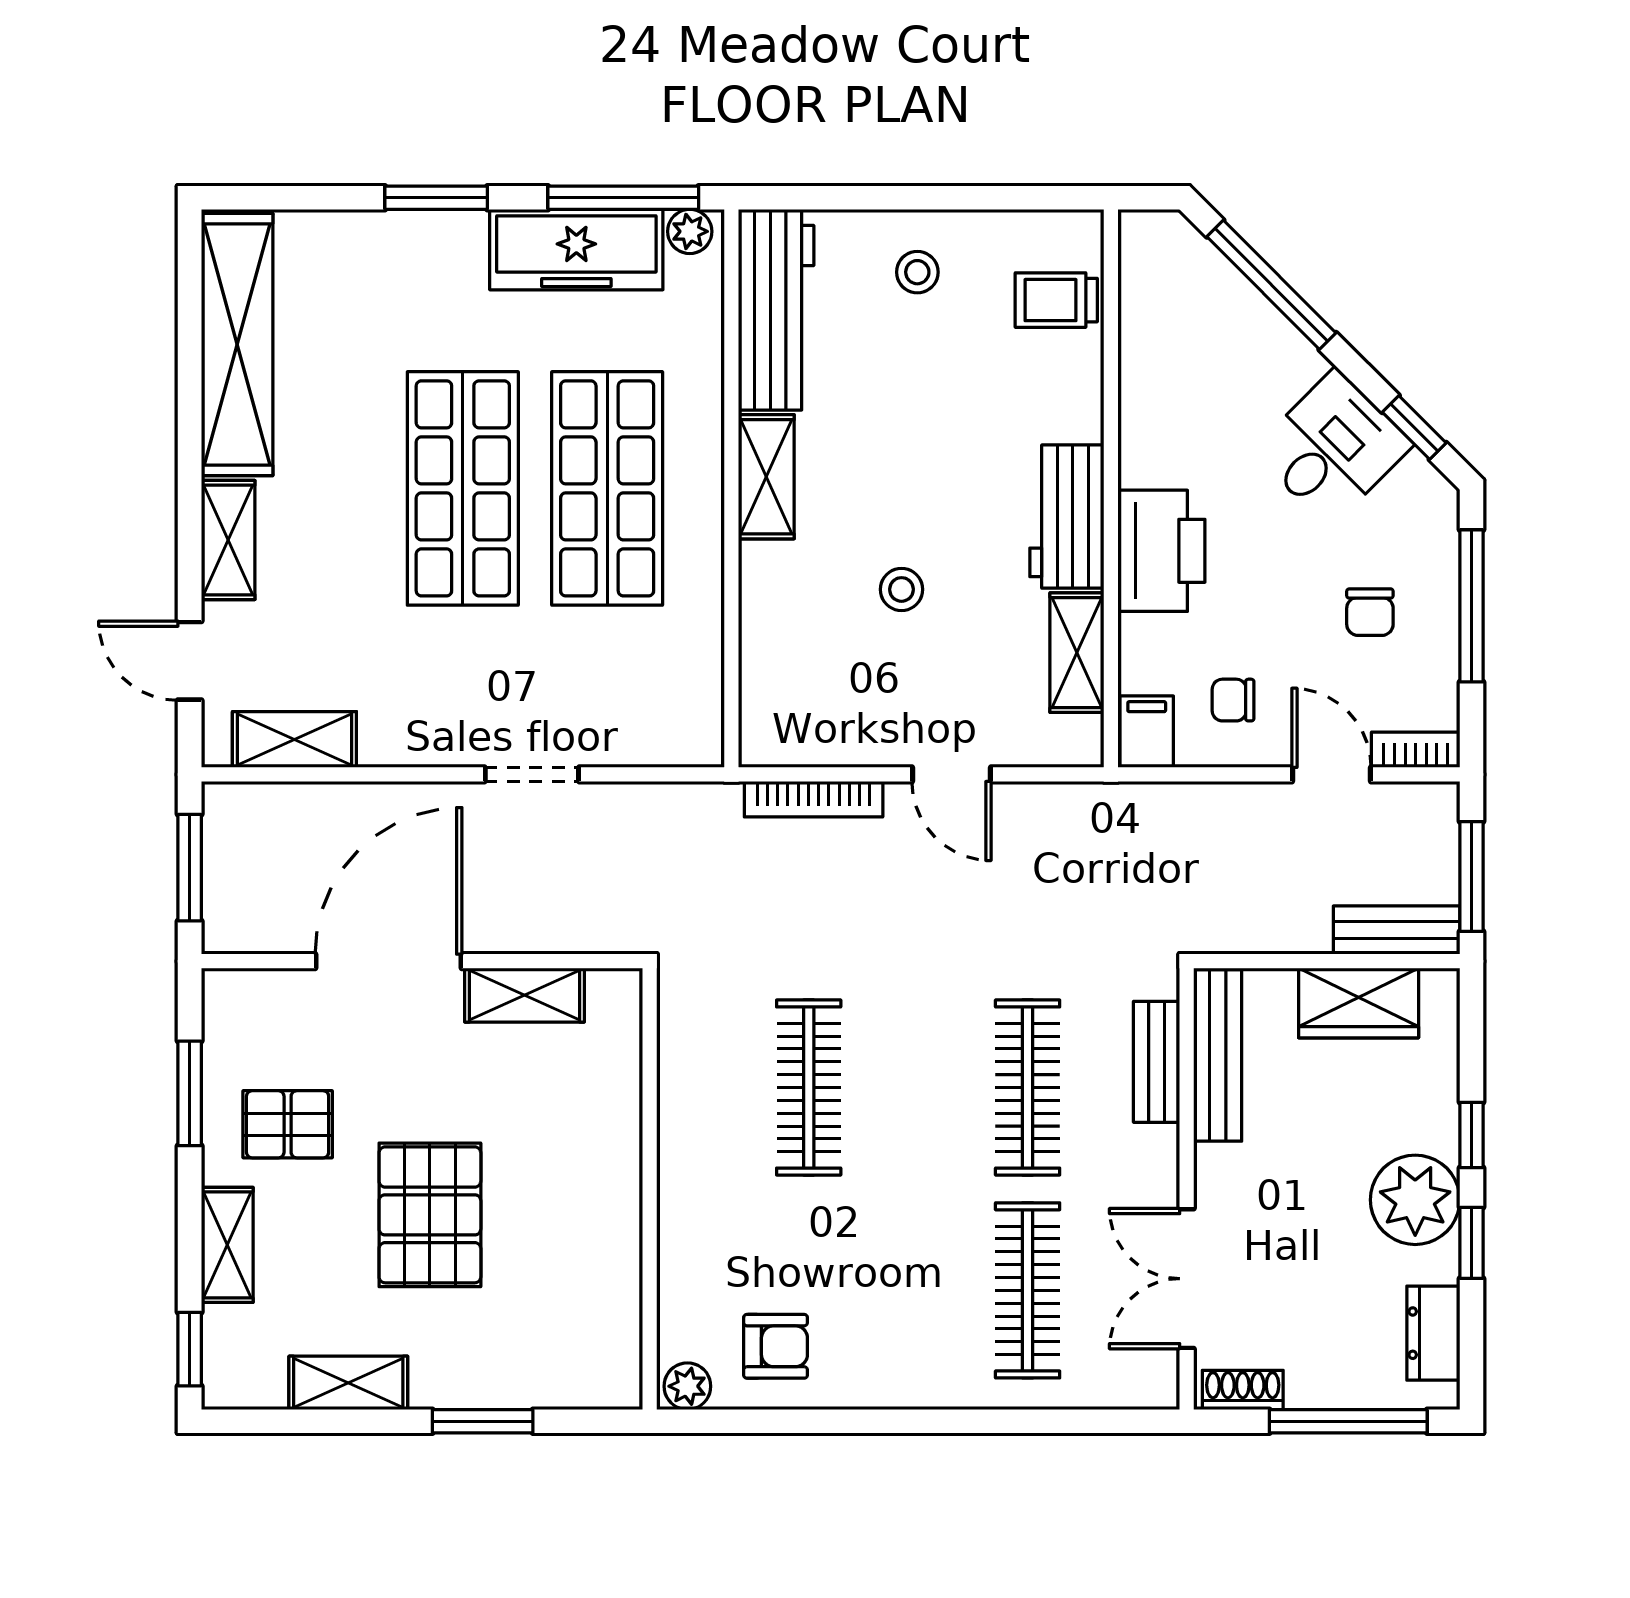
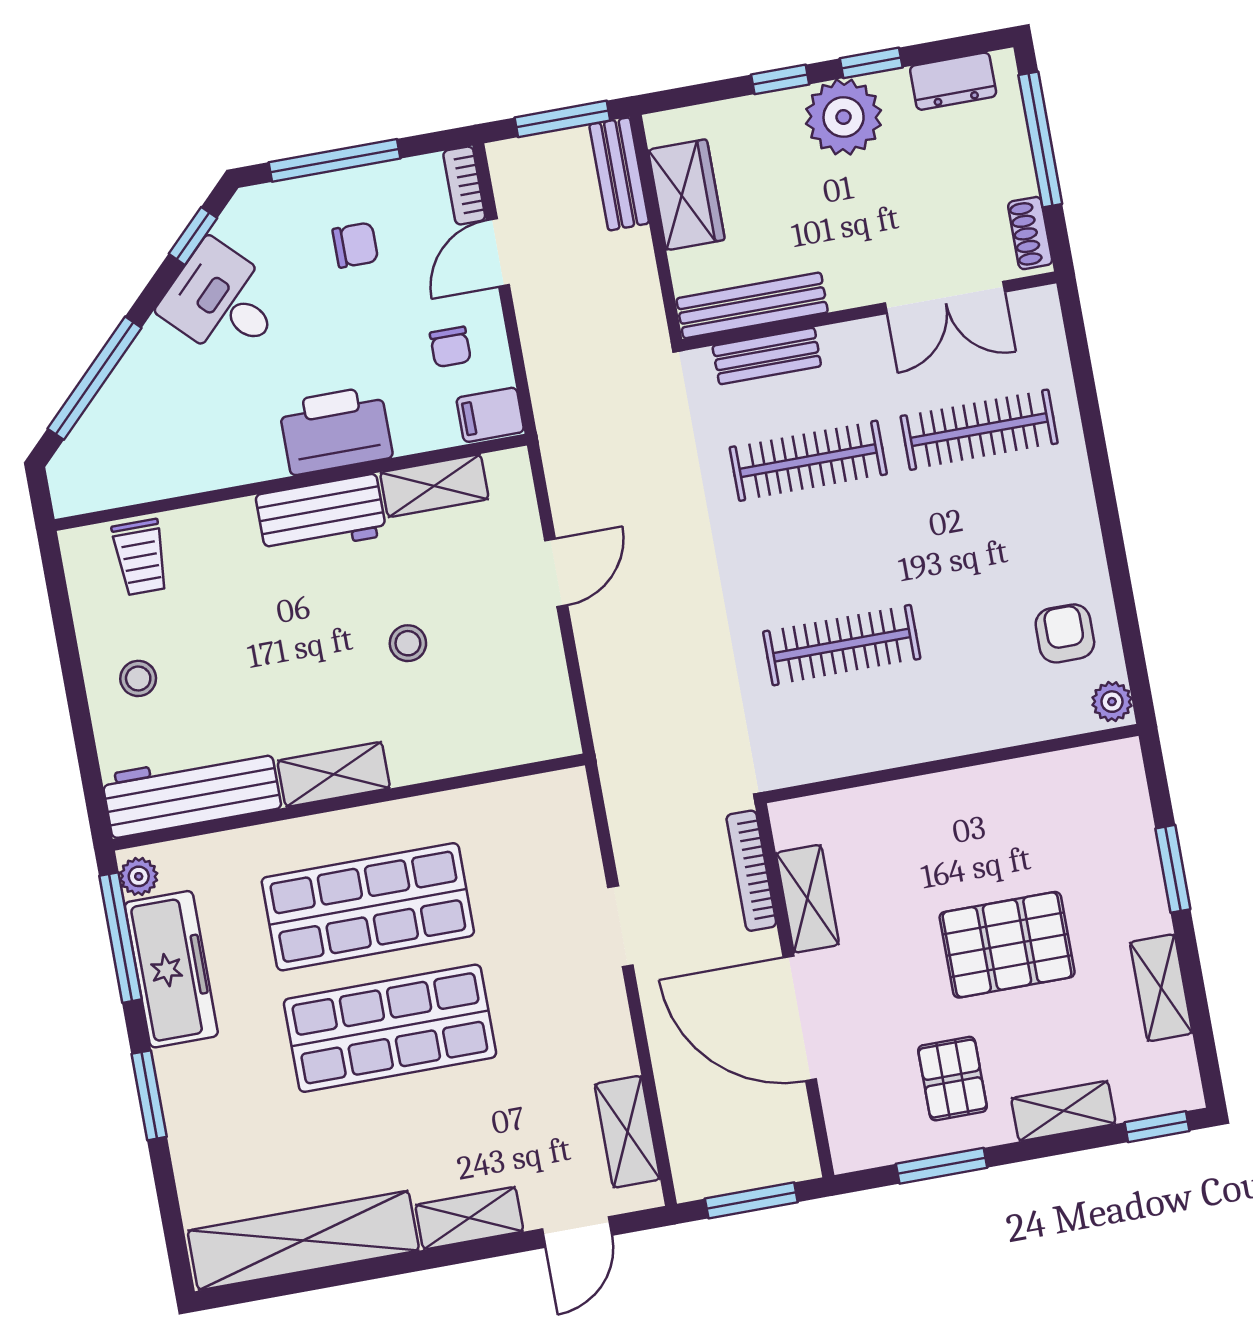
bookcase: (814, 799) -> (751, 871), moved, turned 180

